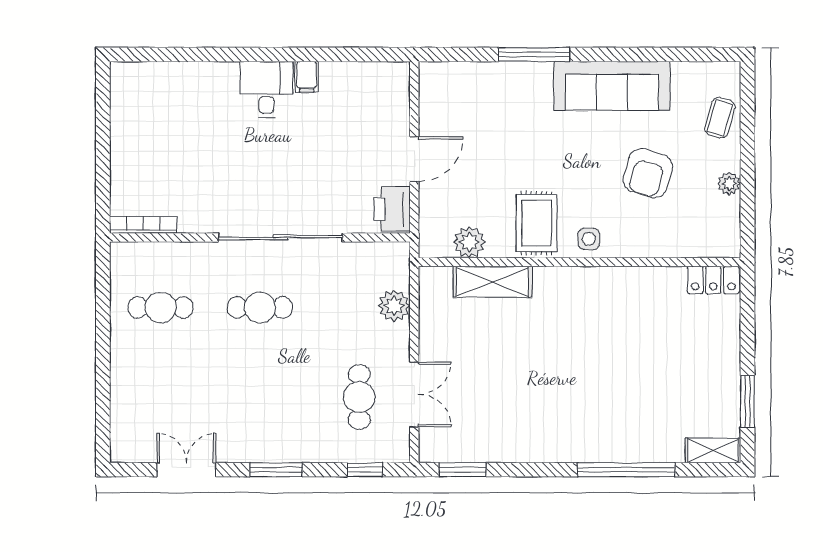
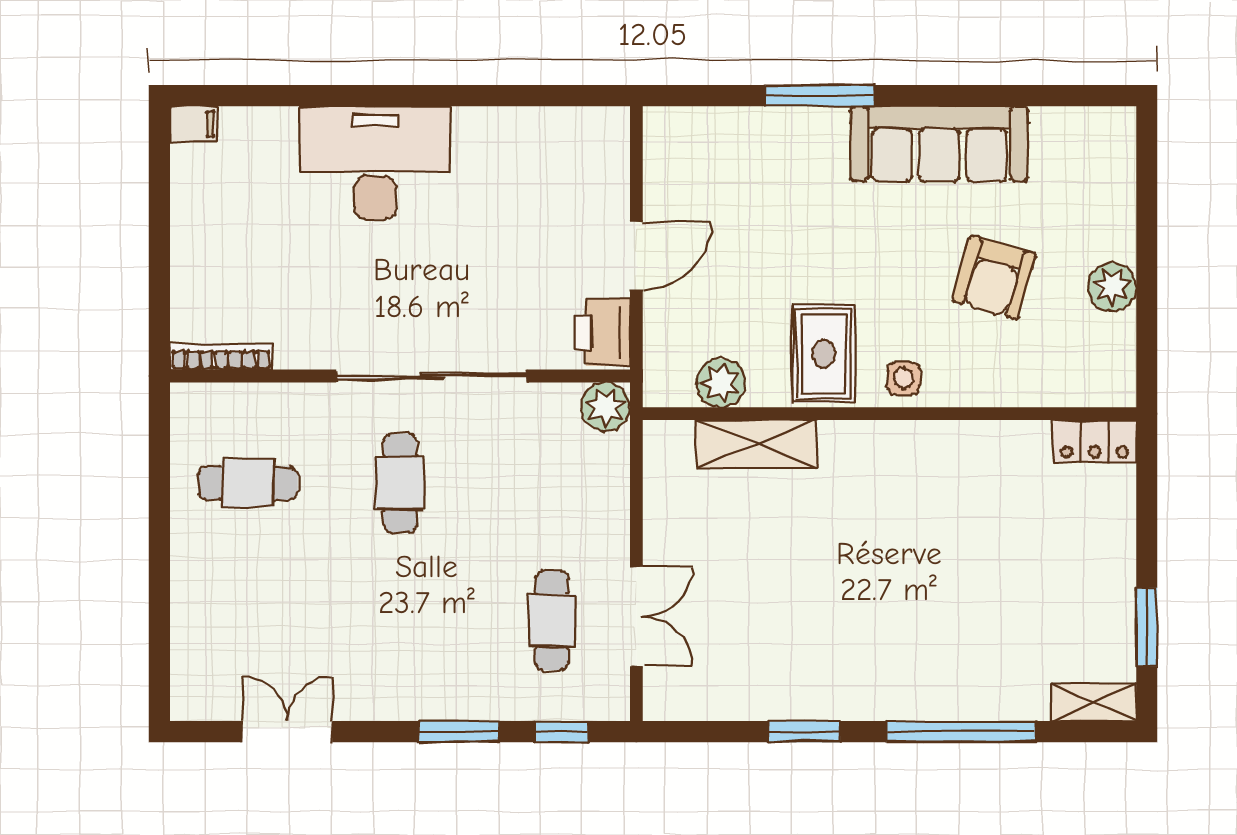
filing cabinet: (307, 77) -> (194, 124), moved, turned -90
desk: (267, 90) -> (375, 162), width x1.87, depth x1.30
coffee table: (720, 118) -> (1104, 193), removed
plant: (729, 184) -> (1112, 287), width x1.38, depth x1.38
plant: (394, 306) -> (606, 407), moved
cafe table: (260, 307) -> (400, 483), turned 90
window: (276, 470) -> (458, 732), moved
window: (462, 470) -> (804, 732), moved

